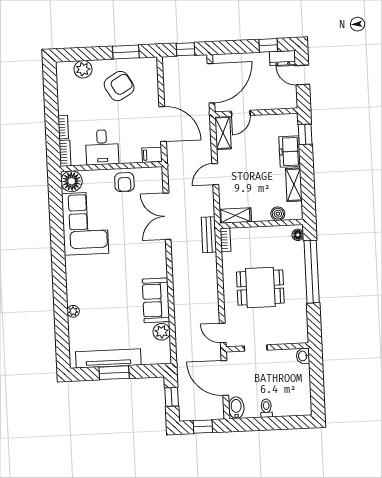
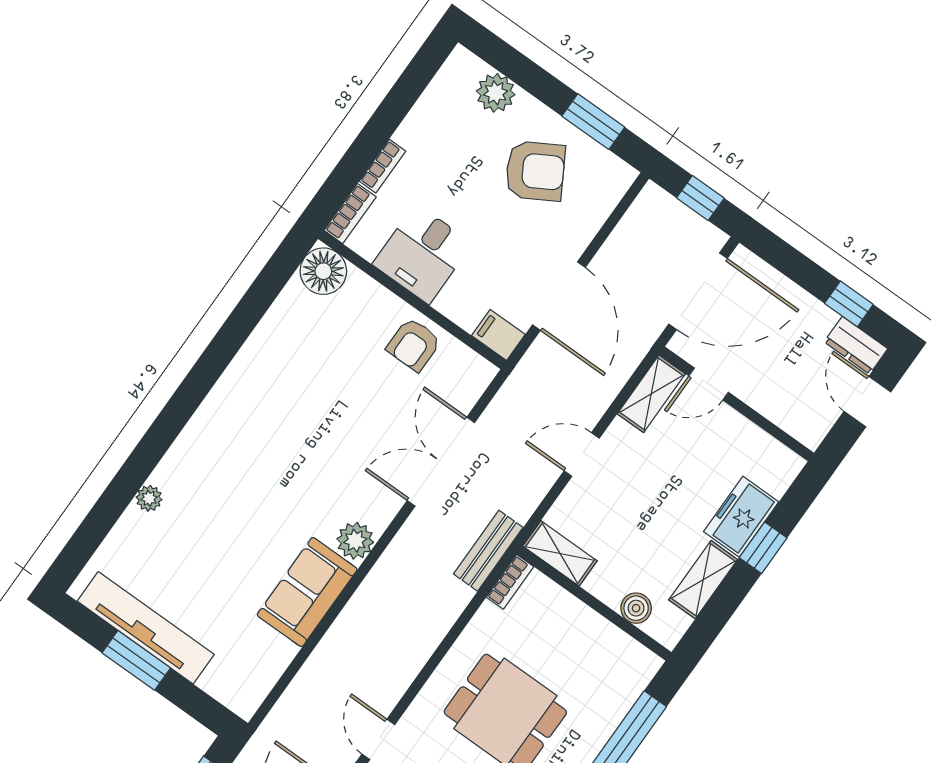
window: (305, 134) -> (763, 548), moved
corner sofa: (85, 223) -> (289, 363), removed
floor lamp: (298, 235) -> (642, 672), removed
plant: (162, 332) -> (355, 541), moved

